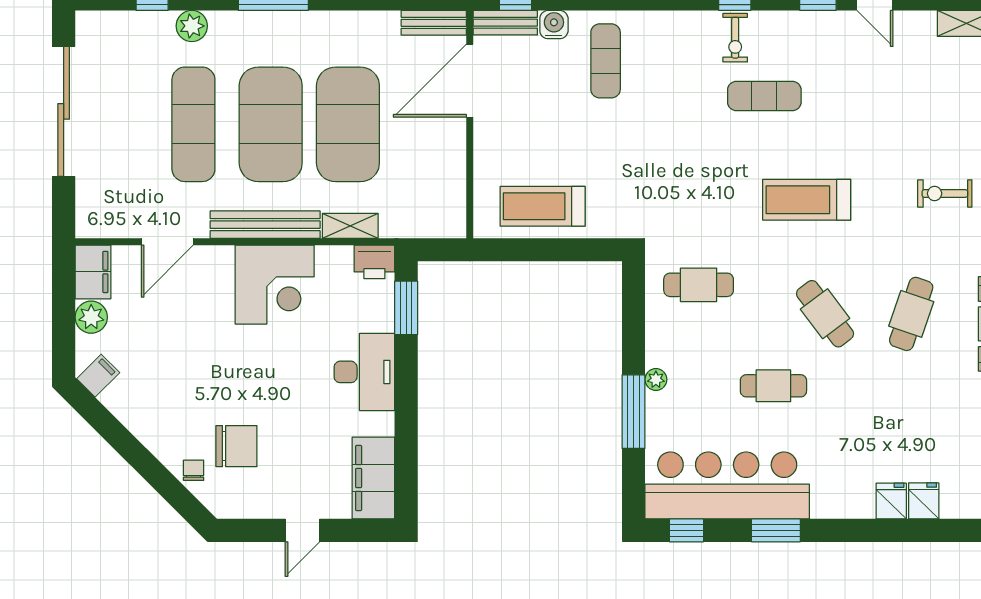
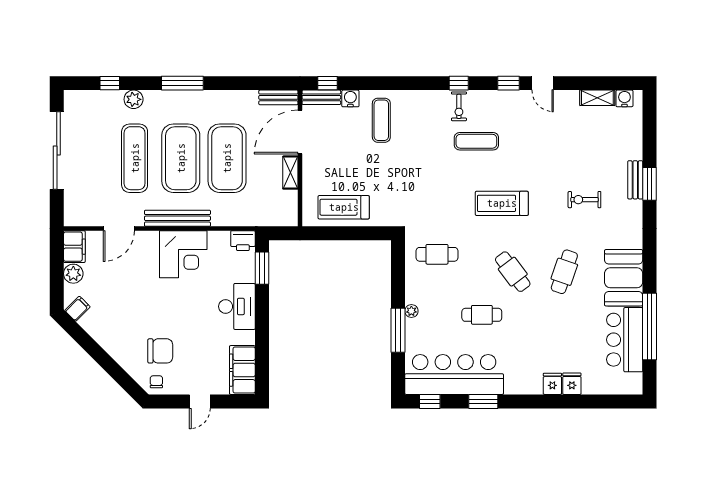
shelving: (350, 226) -> (290, 173), moved, turned 90
chair: (194, 470) -> (156, 382), moved

